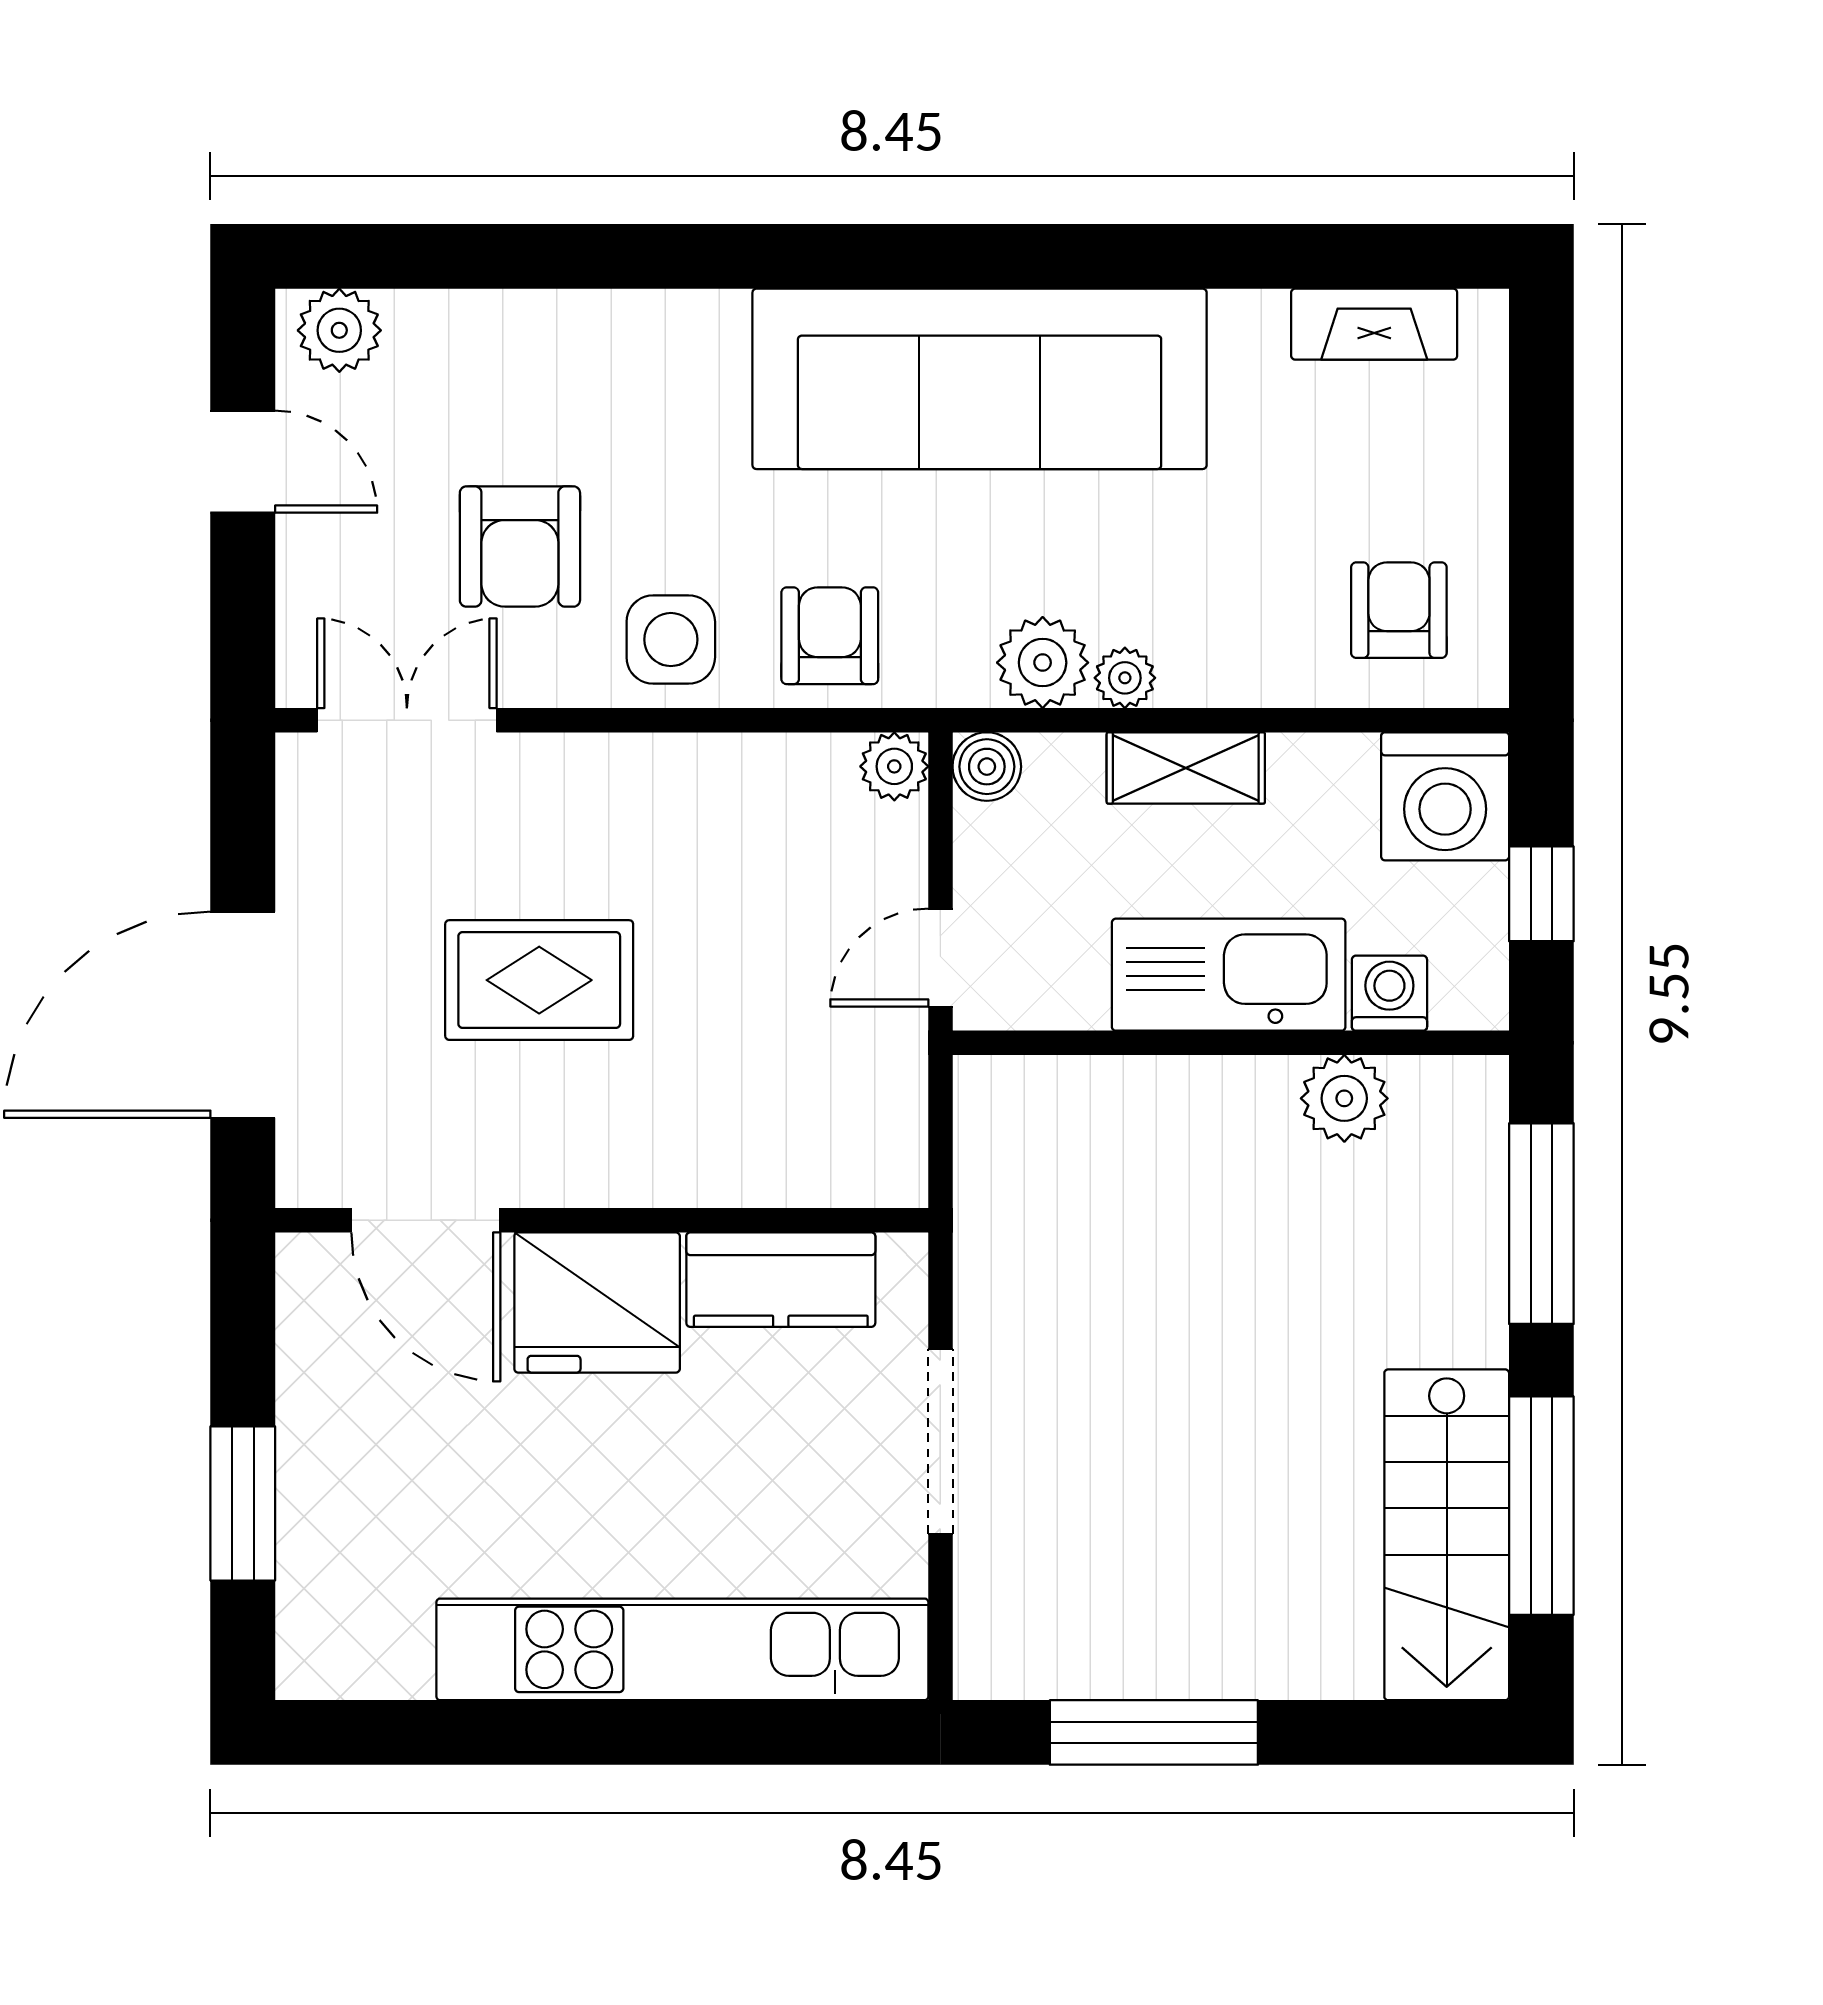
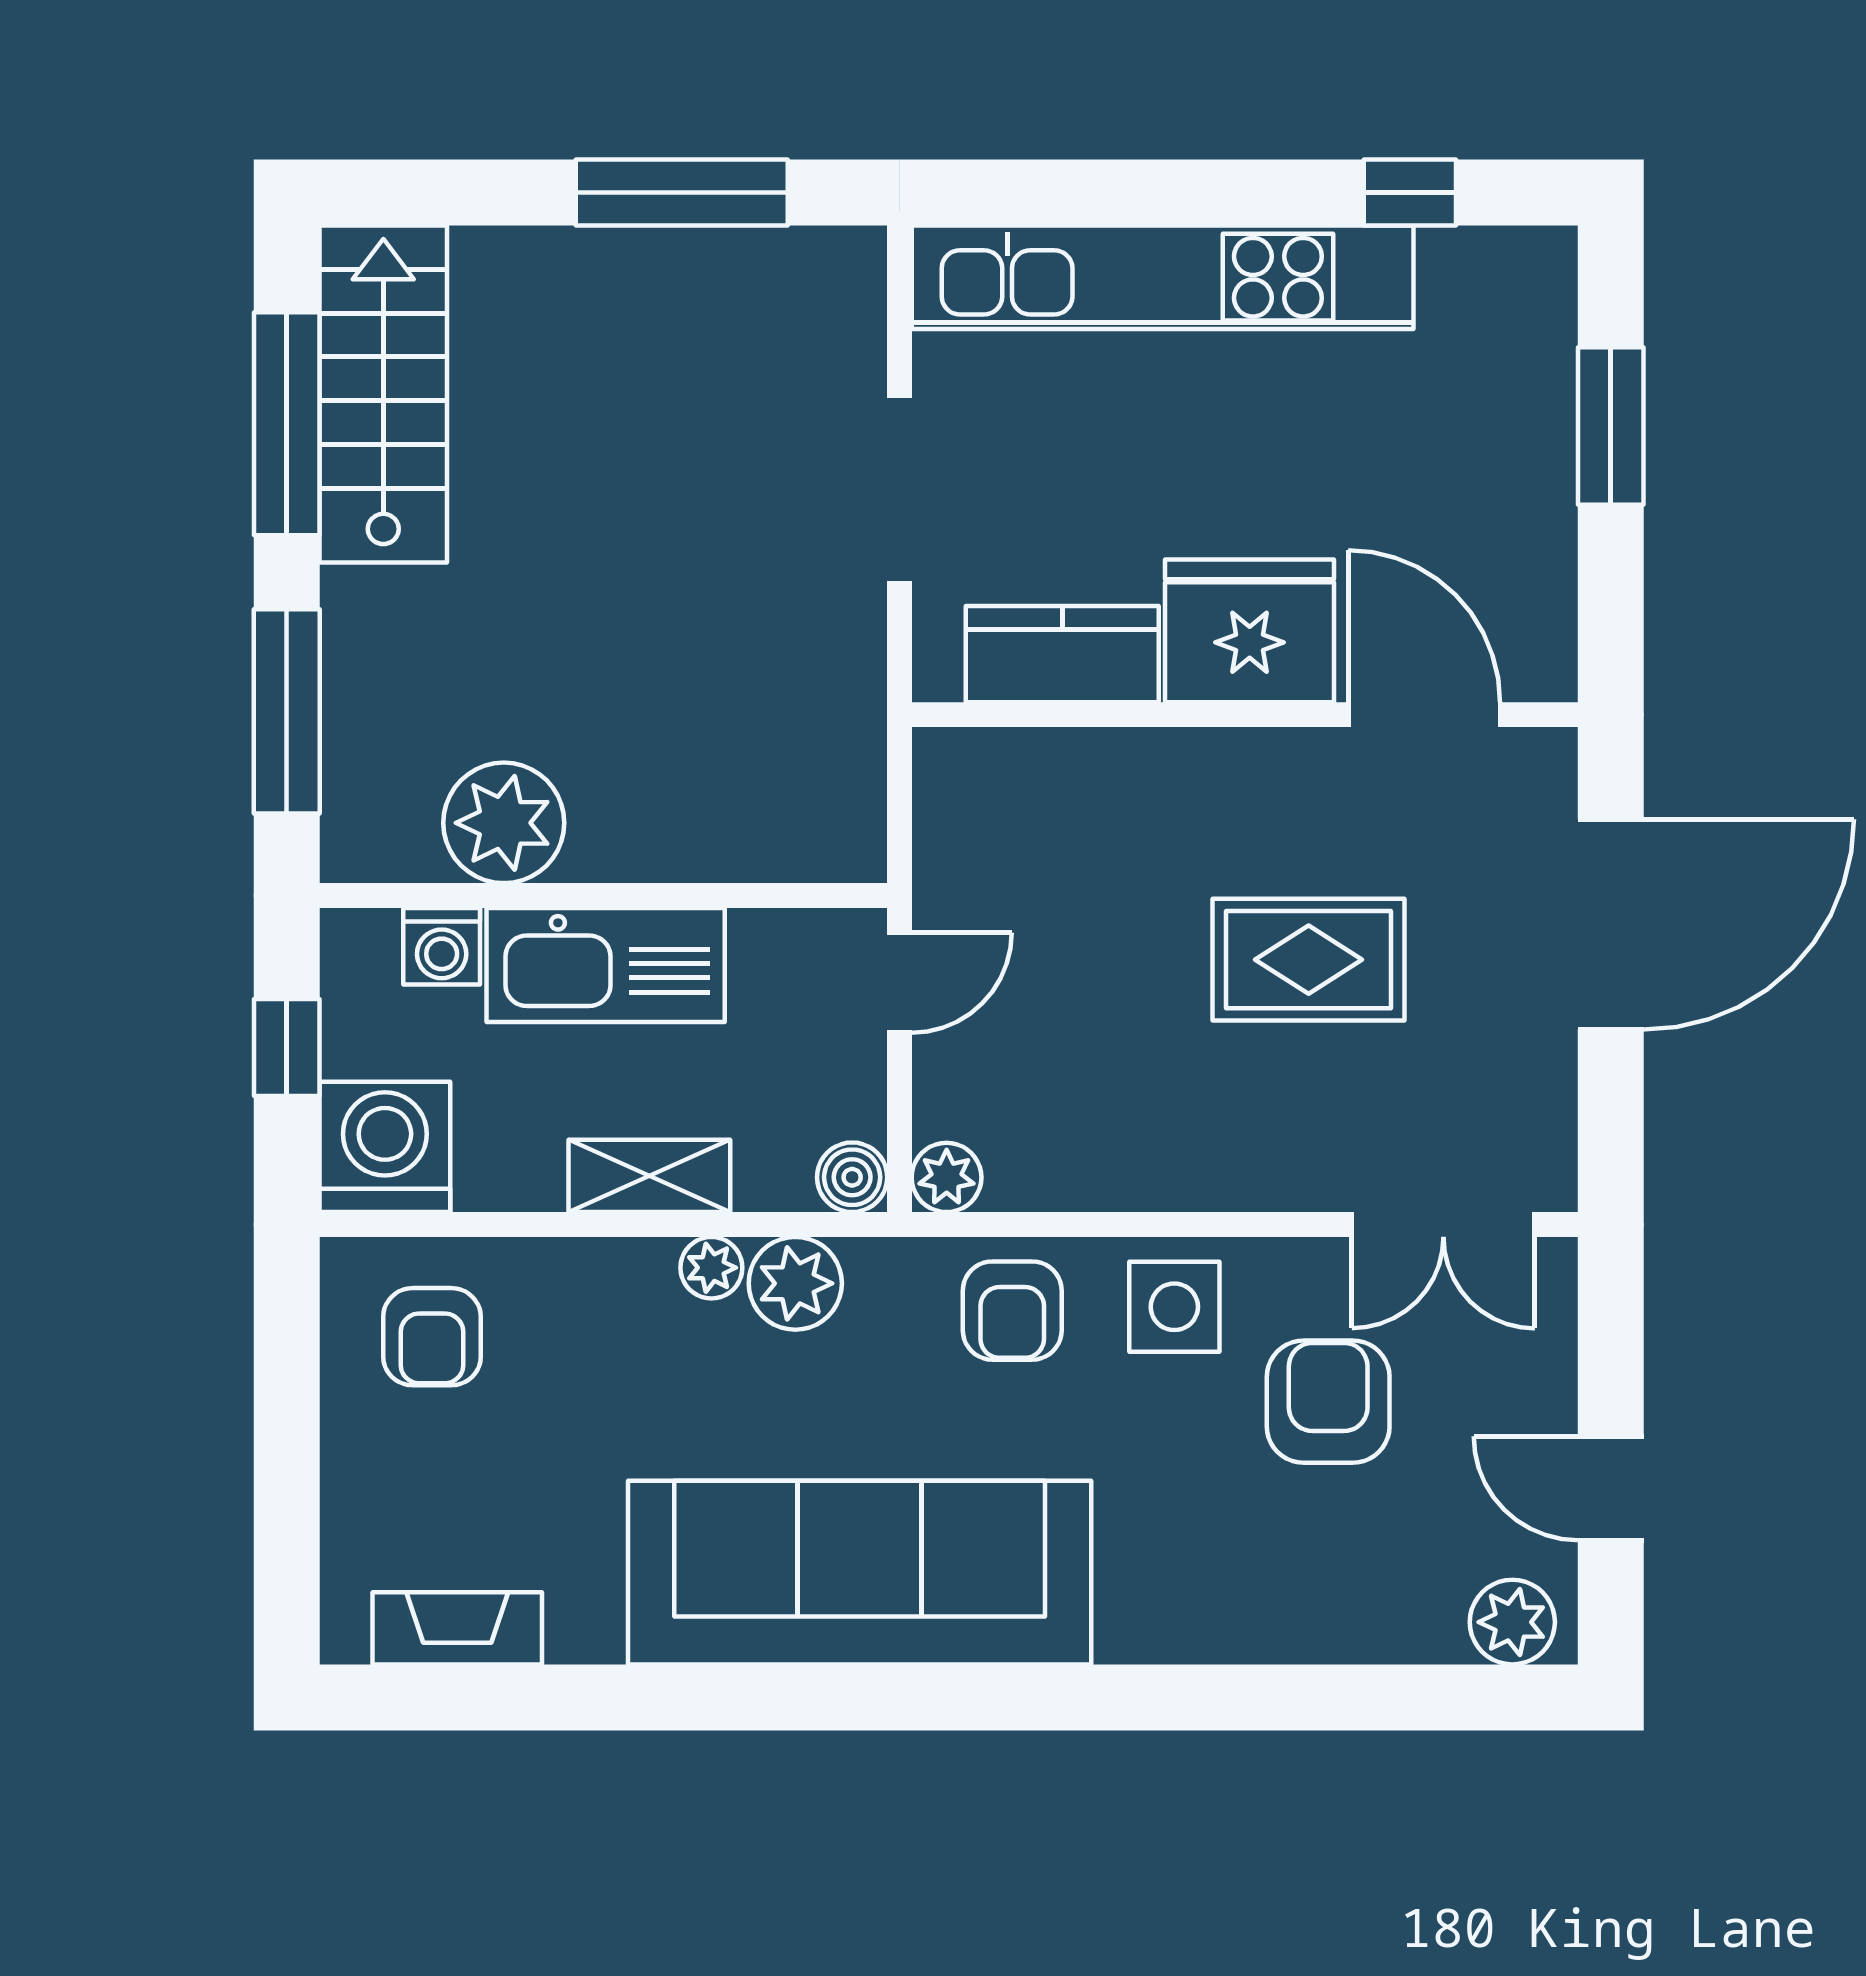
plant: (1344, 1098) -> (504, 823), width x1.36, depth x1.36
window: (440, 1732) -> (1410, 192), added

